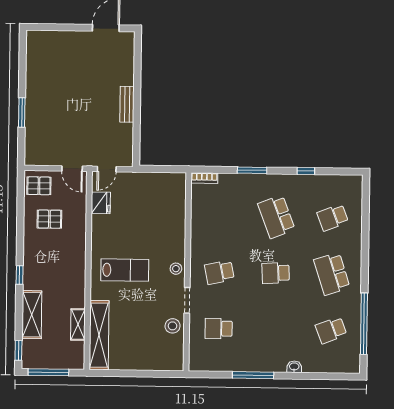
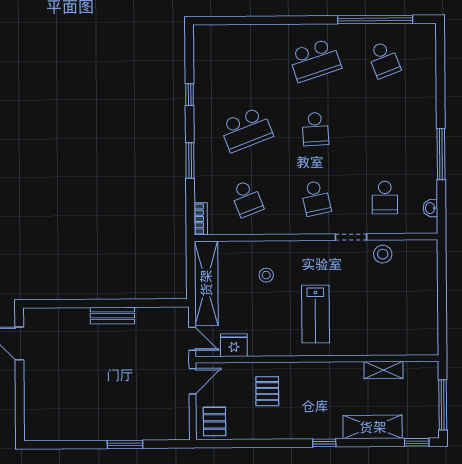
school desk: (333, 217) -> (247, 199), moved
pallet: (49, 219) -> (267, 391), moved
stool: (176, 269) -> (266, 275), moved
lab bench: (125, 270) -> (316, 314), turned 180
shelving: (99, 335) -> (206, 283), moved, turned 90
washbasin: (294, 367) -> (430, 208), moved

